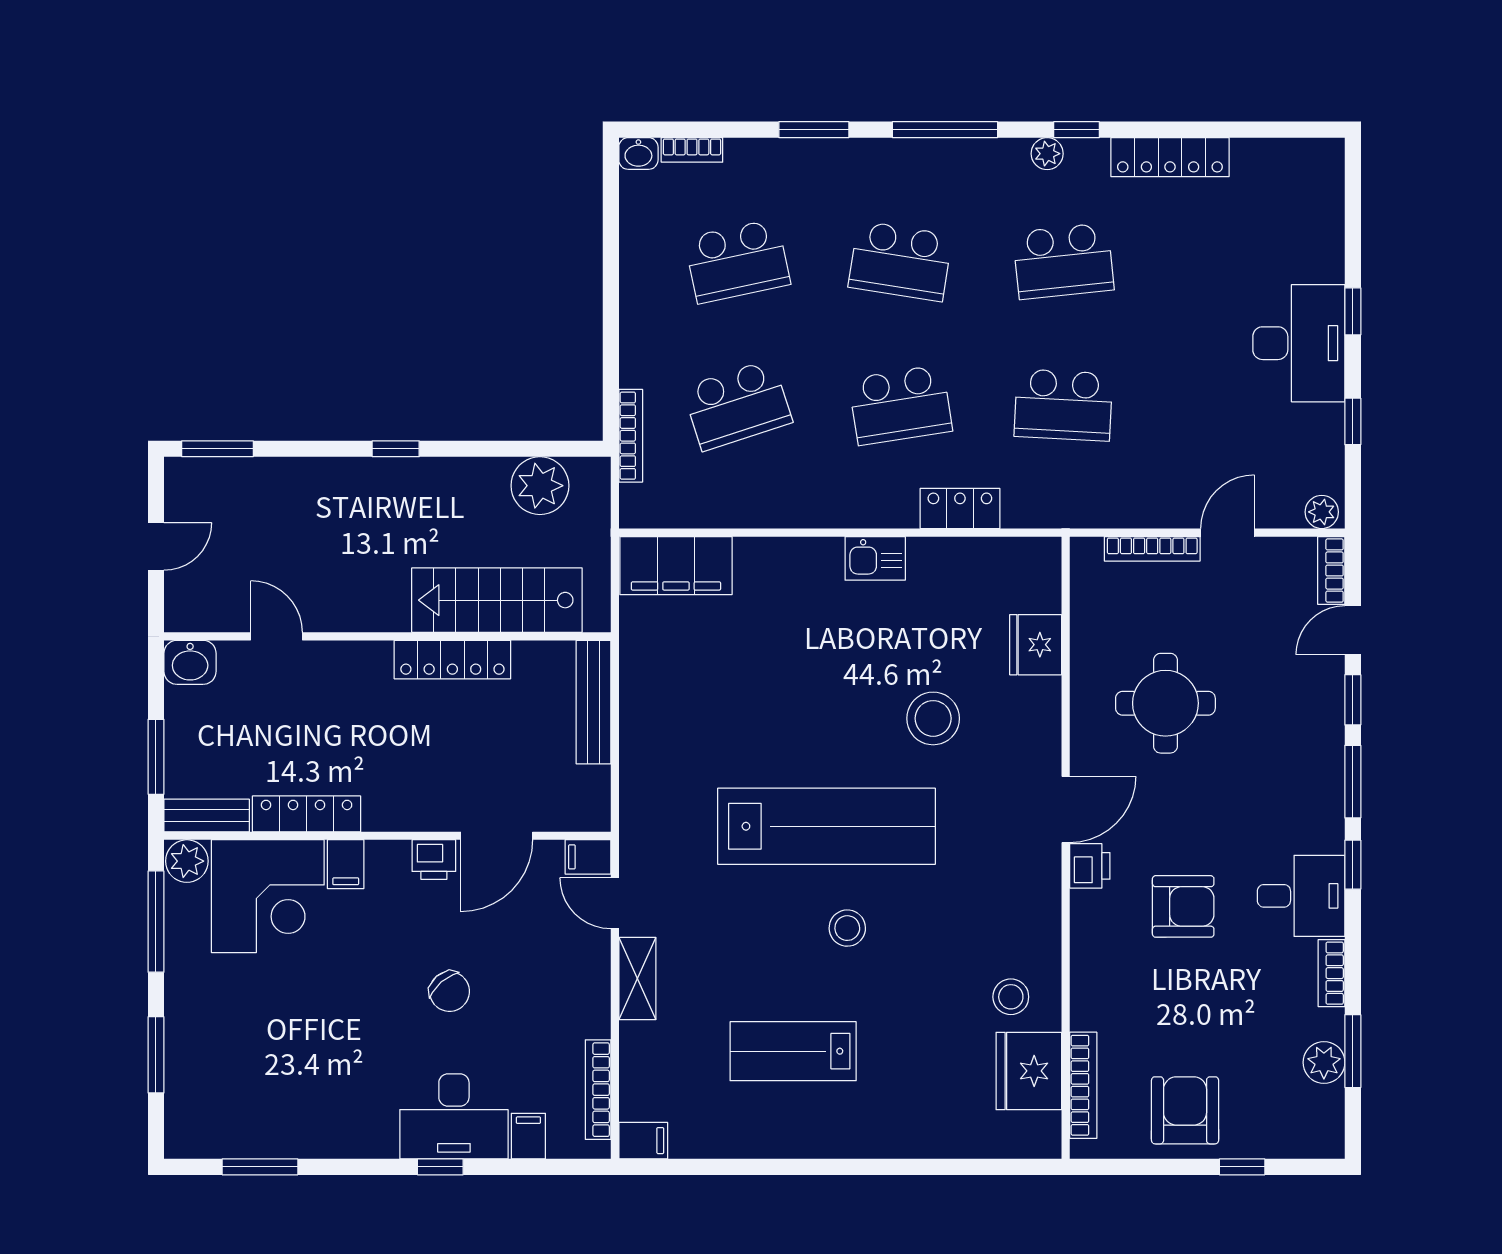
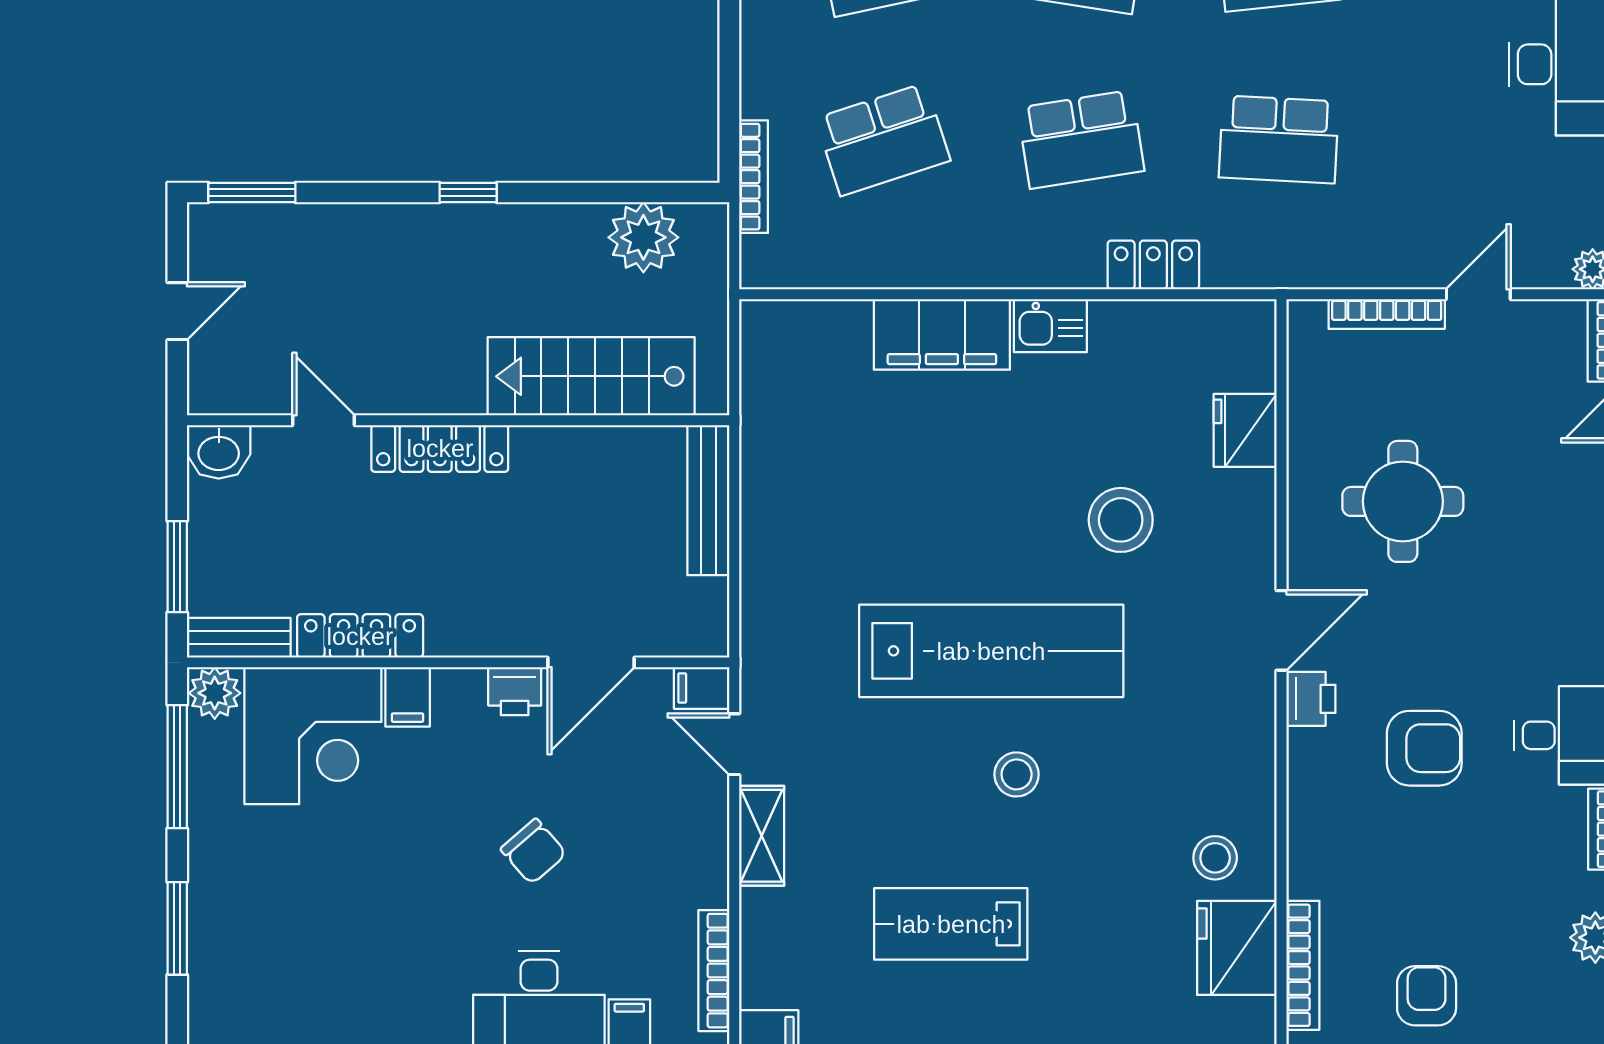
filing cabinet: (676, 566) -> (942, 334), moved
locker: (452, 660) -> (440, 448), moved
armchair: (1185, 1110) -> (1427, 996), width x0.72, depth x0.72

